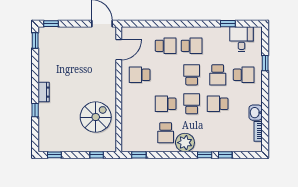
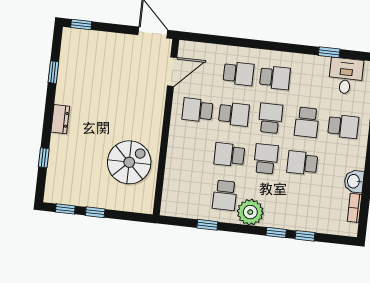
window: (35, 41) -> (53, 72), moved
school desk: (166, 75) -> (234, 114), added
window: (35, 110) -> (44, 158), moved
window: (97, 155) -> (95, 212), moved
window: (139, 155) -> (207, 225), moved

